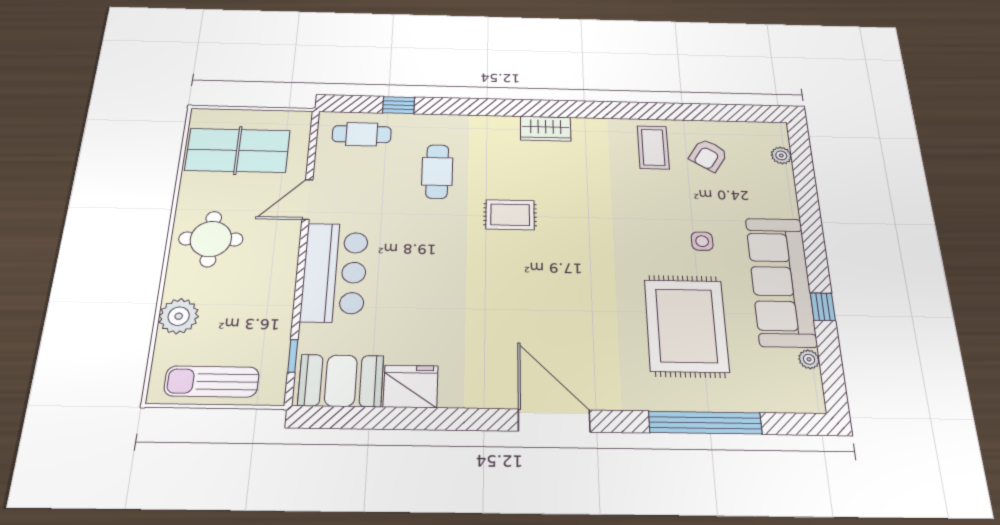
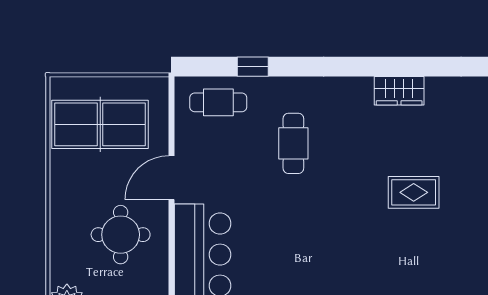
rug: (510, 215) -> (414, 192), moved
round table: (211, 239) -> (121, 235), moved

